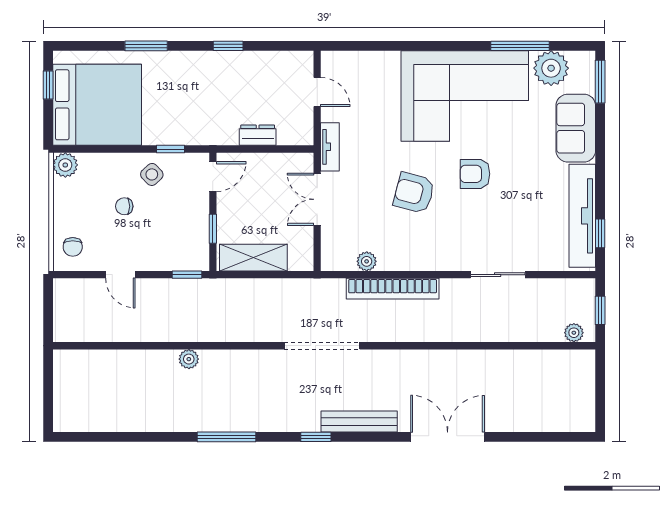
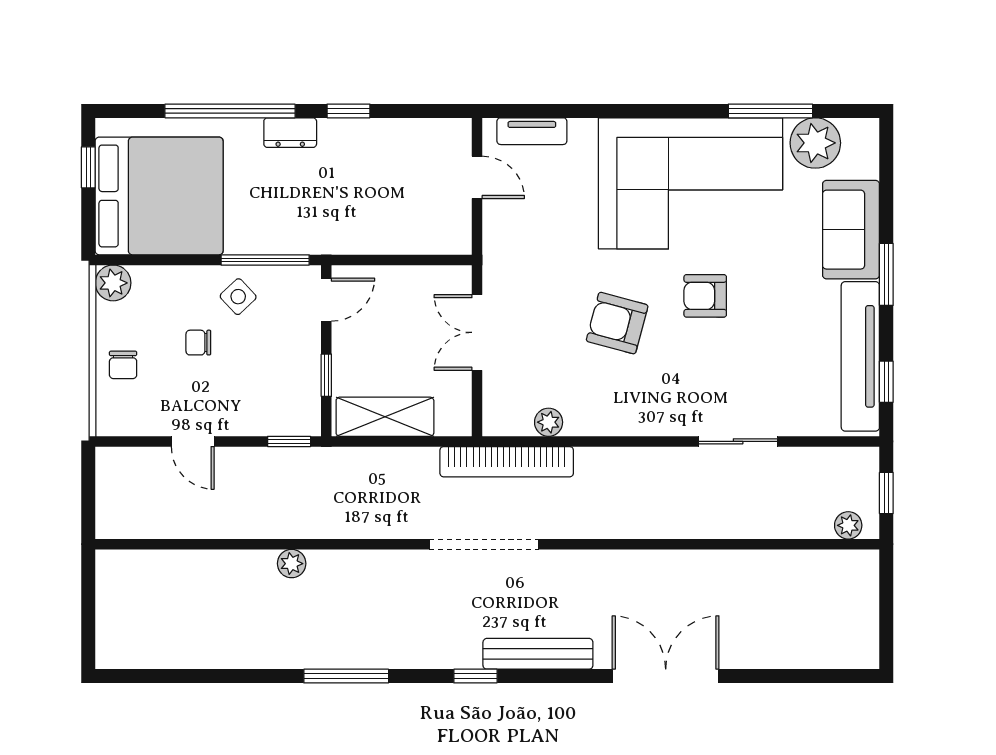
window: (146, 46) -> (230, 111), width x2.11
window: (600, 82) -> (886, 274), moved
dresser: (258, 135) -> (290, 133), moved, turned 180
tv unit: (330, 147) -> (532, 131), moved, turned 90
window: (171, 149) -> (265, 260), width x2.17
chair: (73, 247) -> (123, 365), moved
bookcase: (393, 289) -> (507, 462), moved

